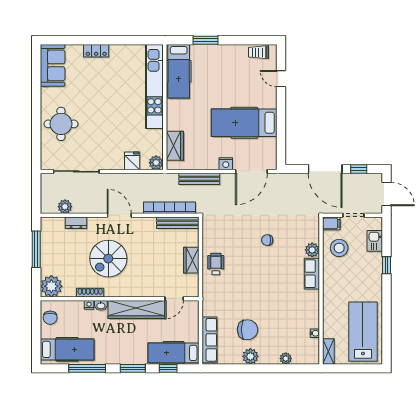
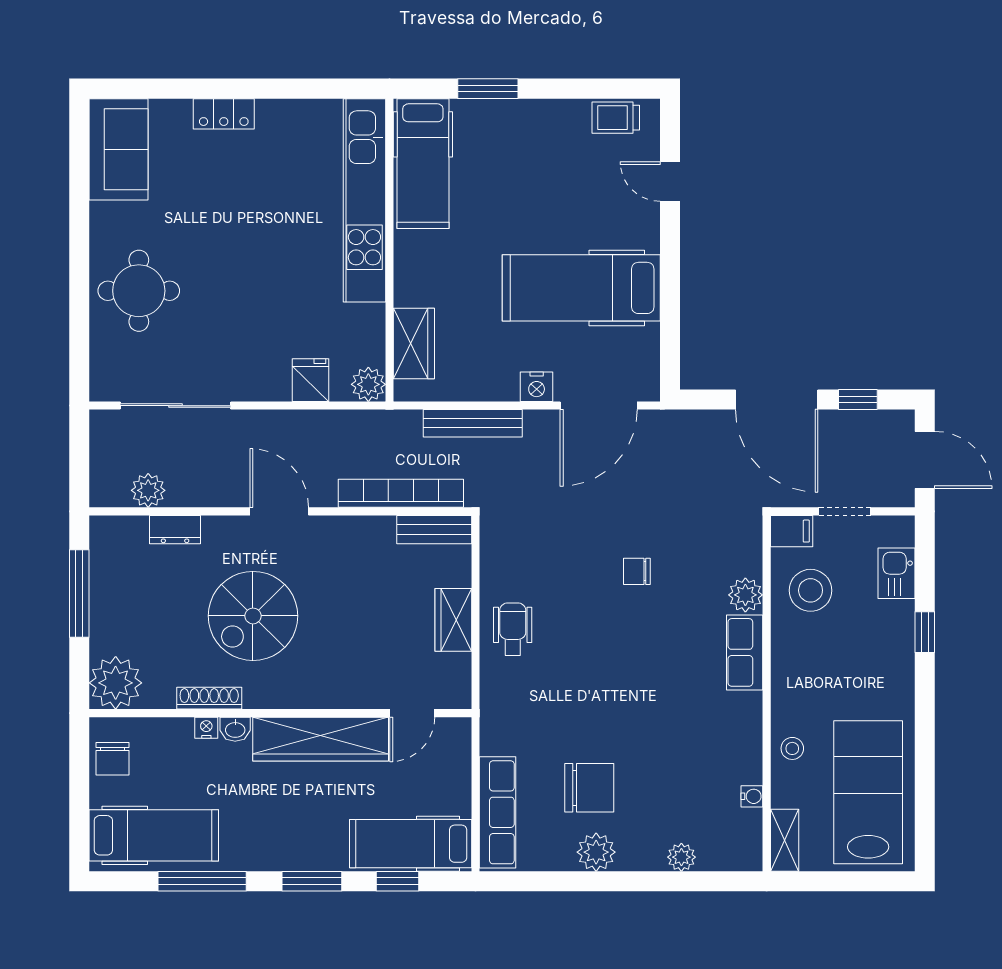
bench: (178, 223) -> (434, 530), width x0.73
stool: (332, 313) -> (792, 748), added

